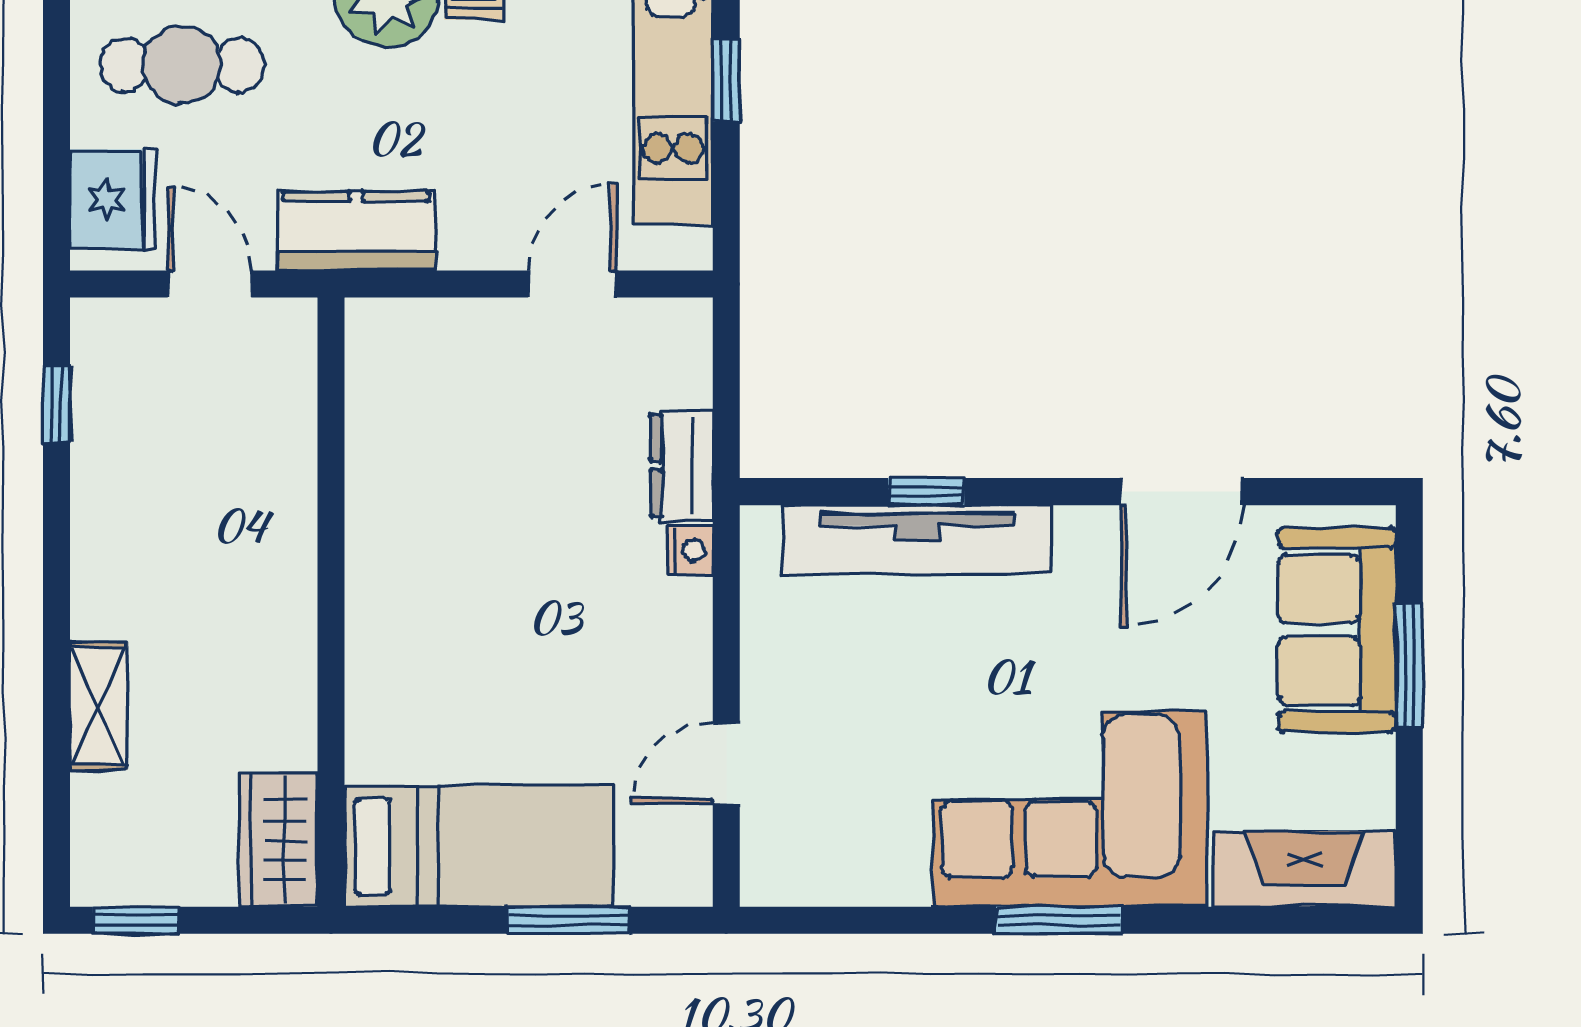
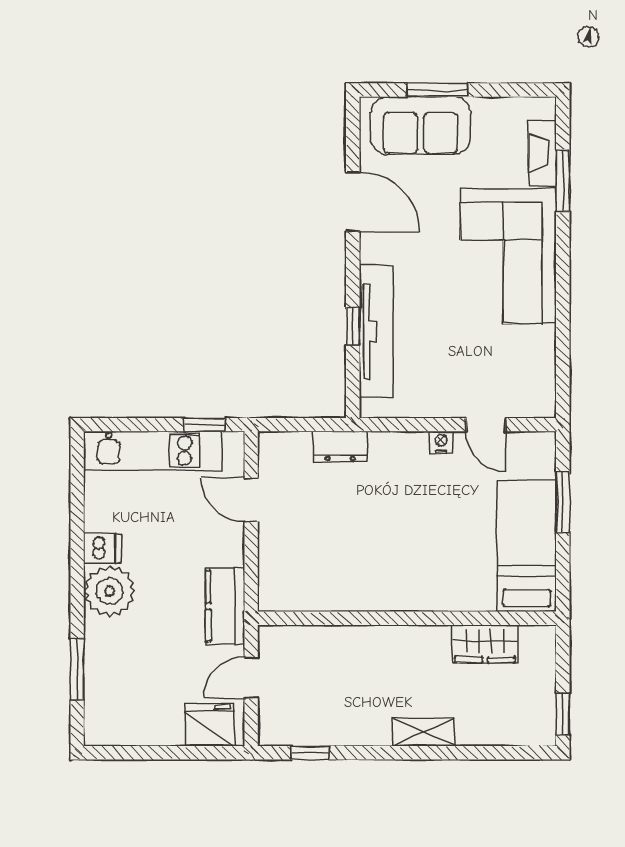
cafe table: (182, 65) -> (144, 691), removed
window: (726, 80) -> (204, 425), moved
nightstand: (690, 550) -> (441, 442), moved
shelving: (99, 706) -> (423, 732), moved
wardrobe: (279, 840) -> (485, 644), moved
fireplace: (1304, 869) -> (542, 154), width x0.73, depth x0.76
window: (1059, 920) -> (563, 181), moved

